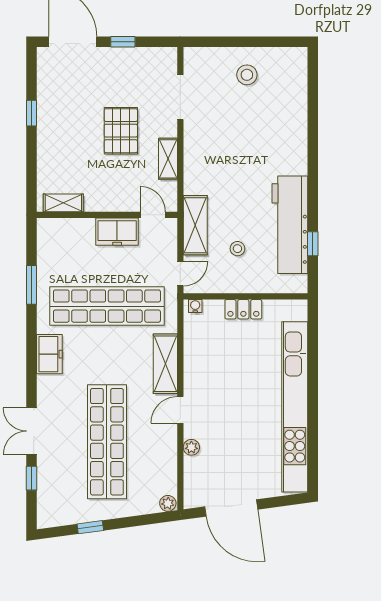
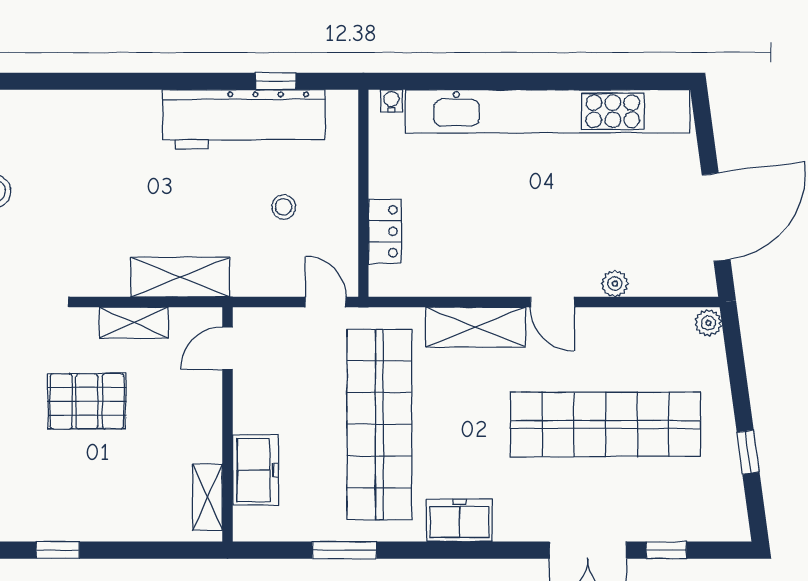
shelving: (195, 225) -> (180, 277), moved
freezer: (117, 232) -> (255, 470), moved
water cooler: (195, 306) -> (391, 101), moved, turned 90
locker: (243, 309) -> (385, 231), moved

